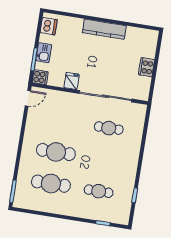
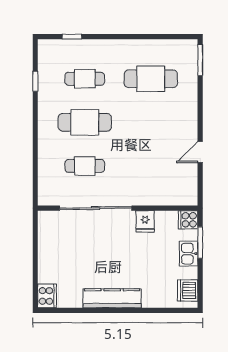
cooker: (146, 67) -> (47, 296), moved
door: (28, 98) -> (200, 152), moved
cafe table: (56, 152) -> (85, 122), moved

